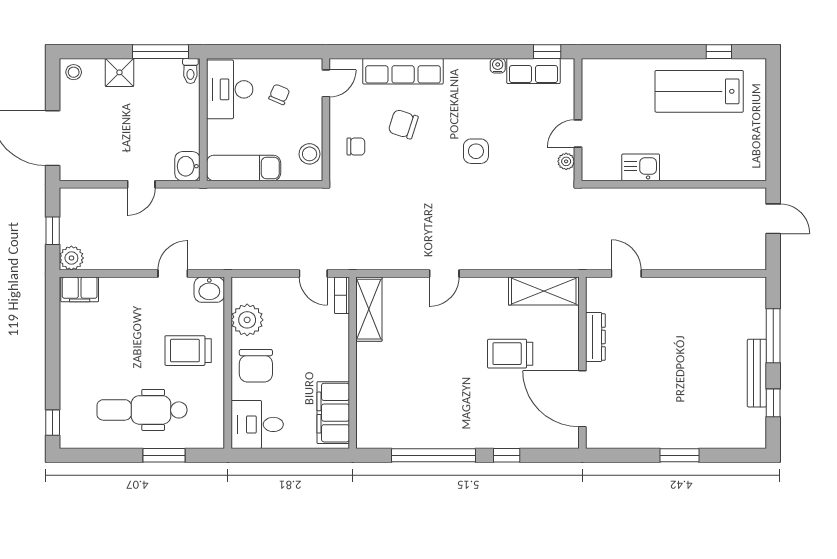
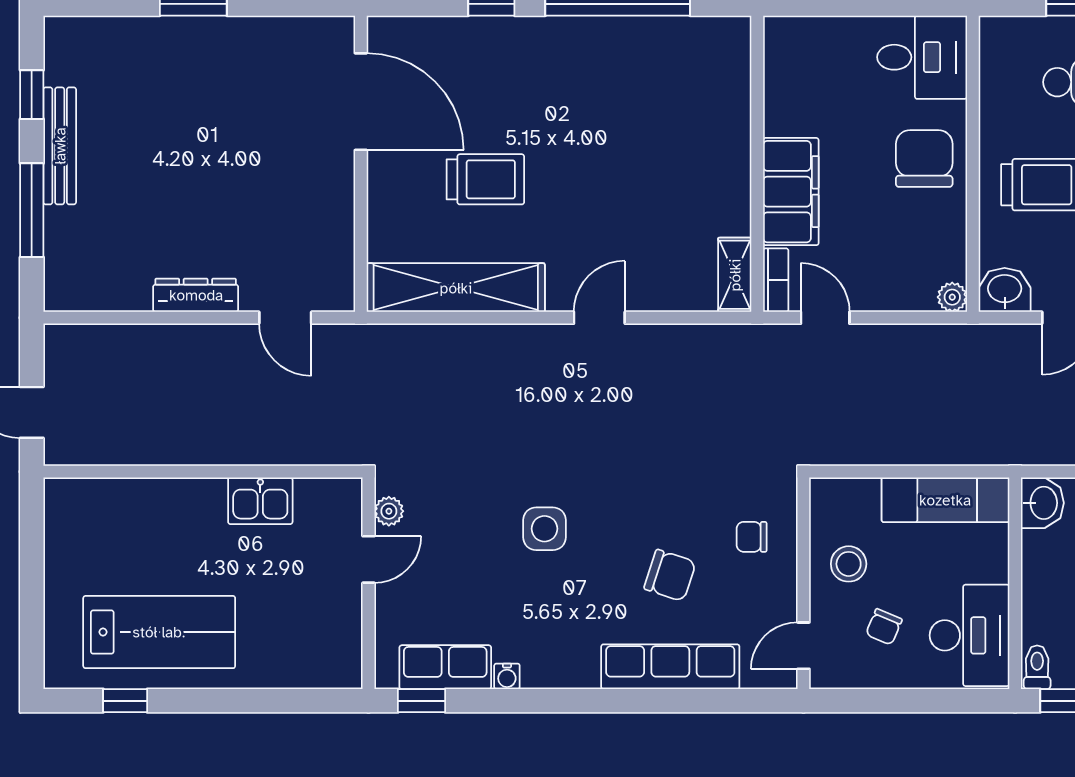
stool: (310, 154) -> (849, 564), moved
shelving: (544, 291) -> (456, 288), width x1.47
shelving: (369, 309) -> (735, 275), width x0.67, depth x0.75
plant: (247, 320) -> (952, 297), moved, width x0.53, depth x0.53
dresser: (595, 337) -> (196, 295), moved, turned 90
filing cabinet: (333, 413) -> (791, 192), moved

